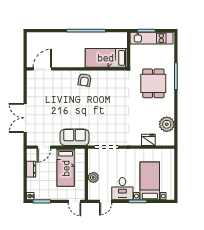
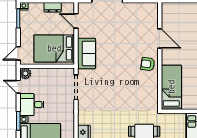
door: (42, 69) -> (160, 39), moved
bed: (66, 168) -> (54, 48), width x1.50
plant: (93, 177) -> (25, 73), moved

